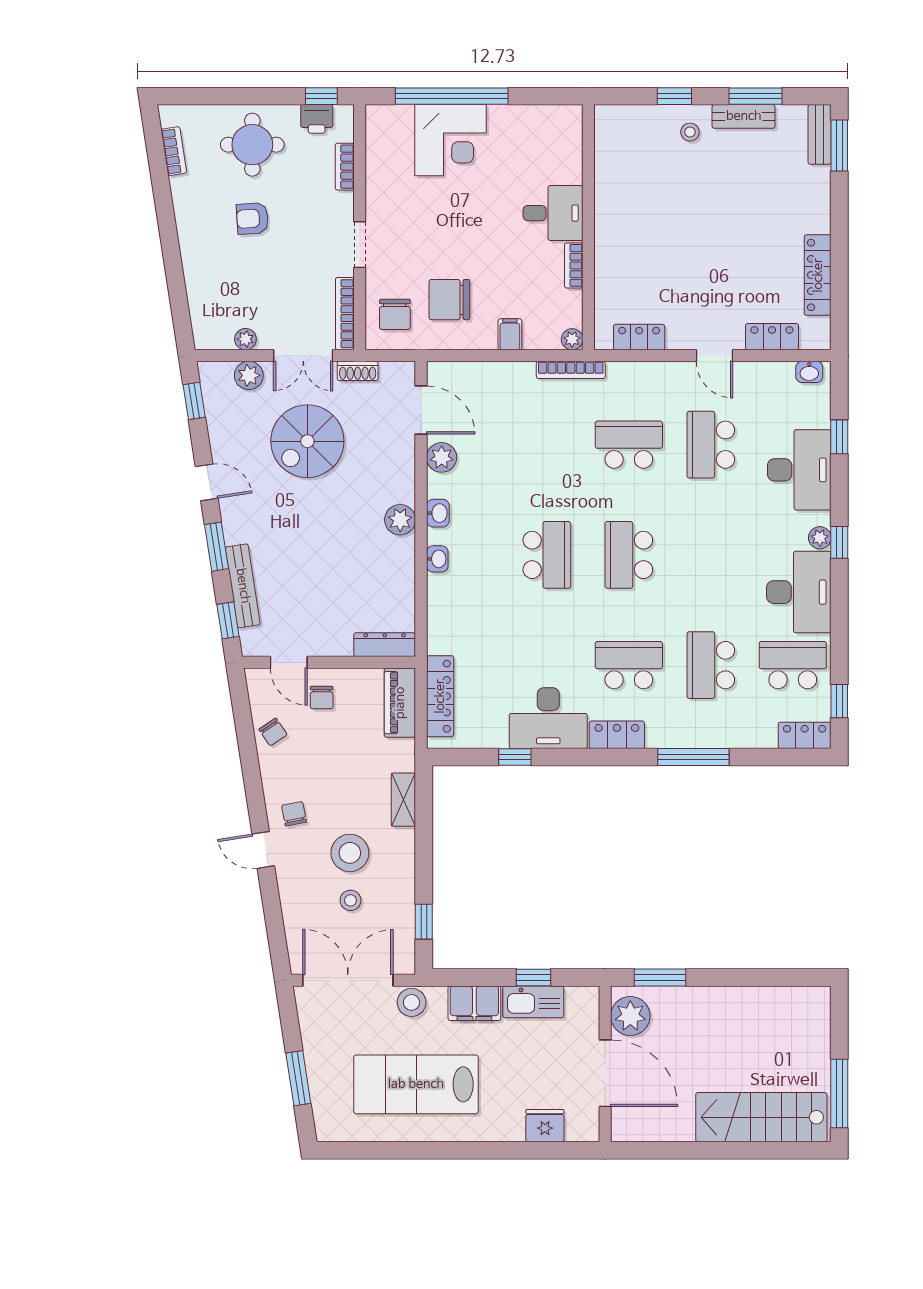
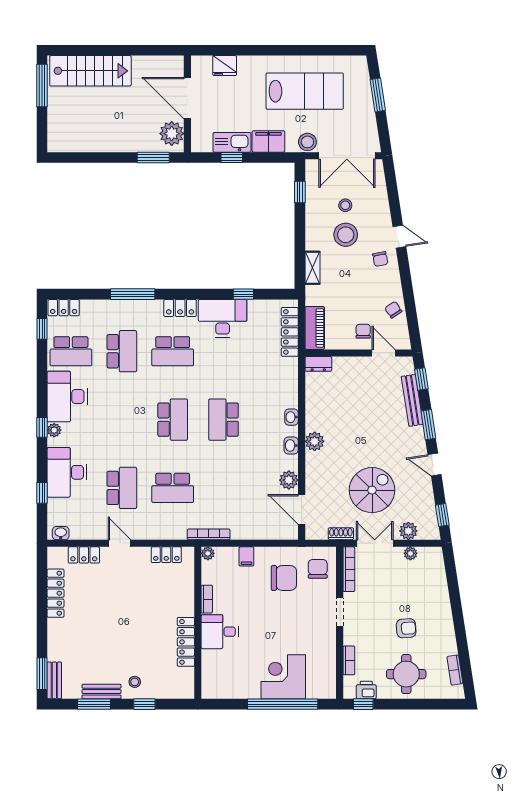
locker: (607, 197) -> (186, 642), added
dresser: (385, 645) -> (318, 364), width x0.70

